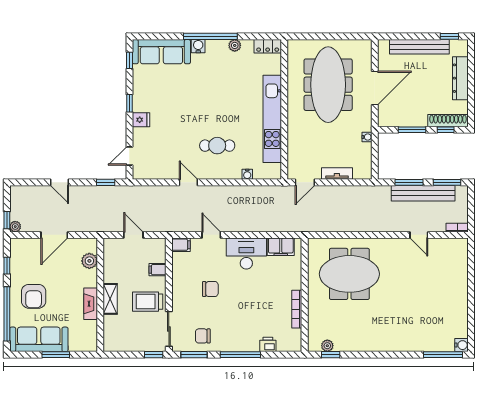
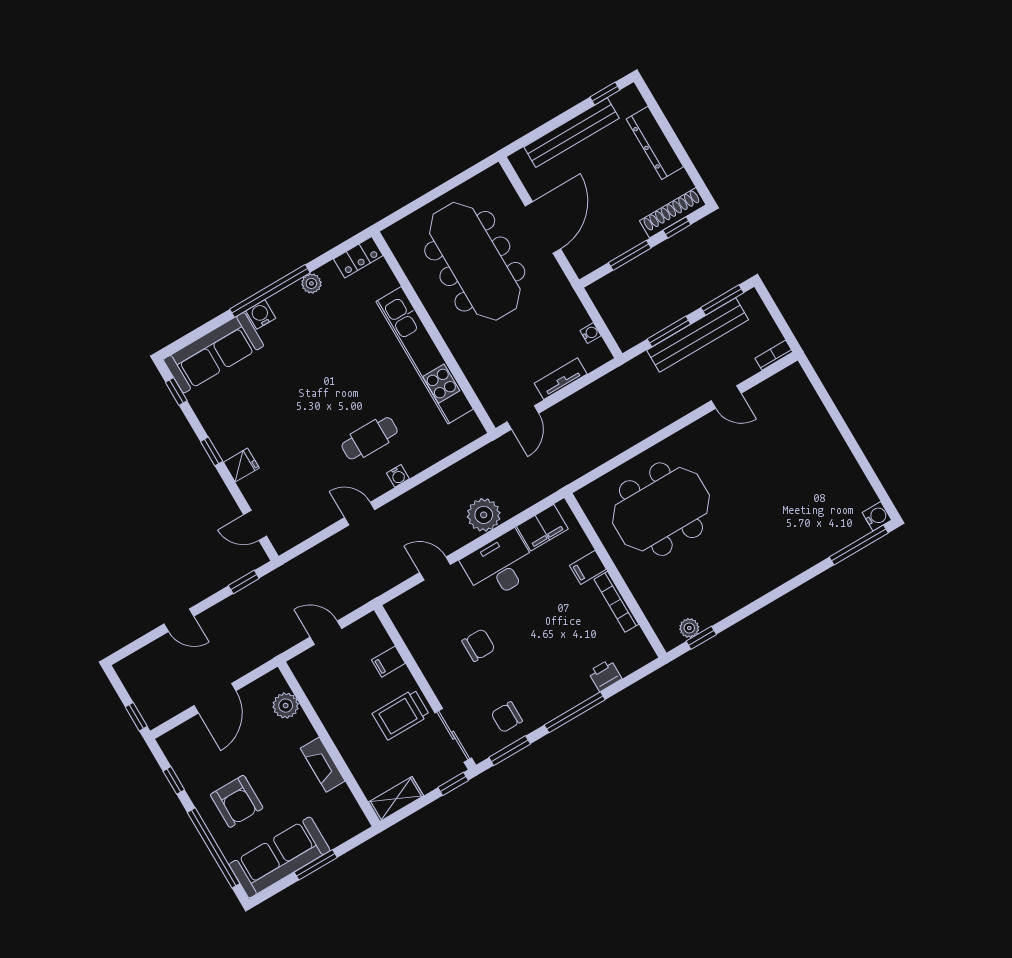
water cooler: (367, 137) -> (591, 333), moved
door: (129, 156) -> (255, 525), hinge flipped
water cooler: (247, 174) -> (398, 476), moved
plant: (15, 227) -> (484, 515), moved, width x1.88, depth x1.88
filing cabinet: (181, 245) -> (588, 567), moved, turned 180
shelving: (110, 299) -> (396, 799), moved, turned 90

